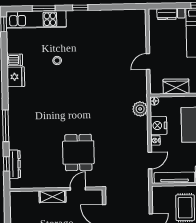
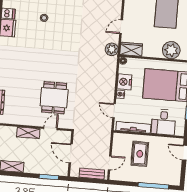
wardrobe: (176, 86) -> (131, 49), moved
plant: (140, 109) -> (112, 49), moved
door: (150, 160) -> (114, 111), swing flipped

